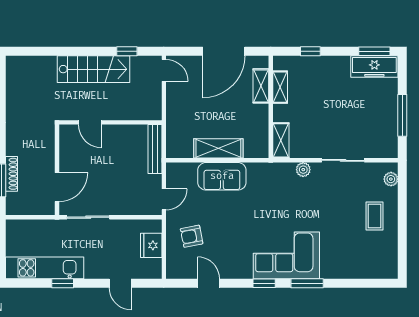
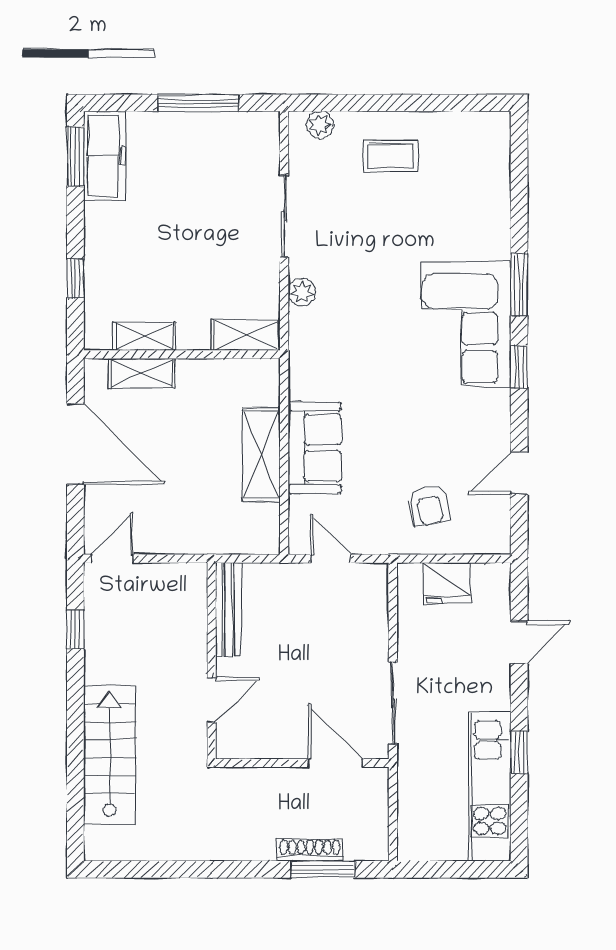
stairs: (93, 69) -> (110, 755), moved
bench: (155, 149) -> (229, 610), moved, turned 90
door: (164, 199) -> (331, 559), moved

